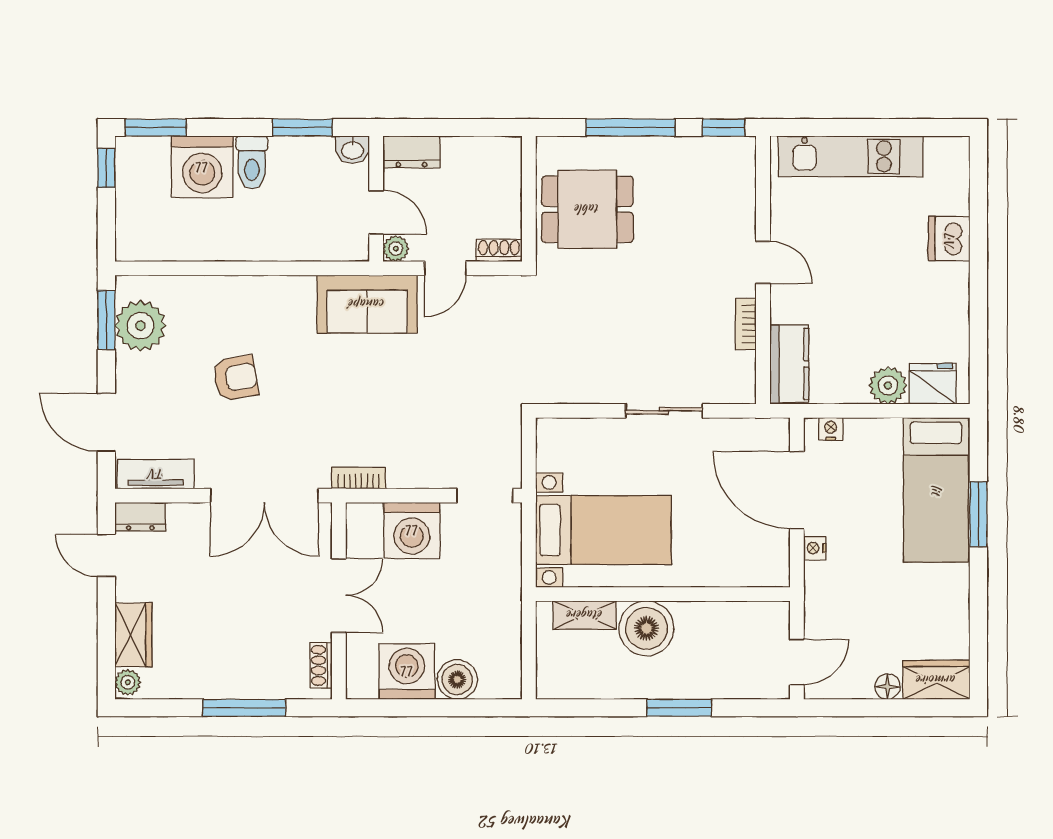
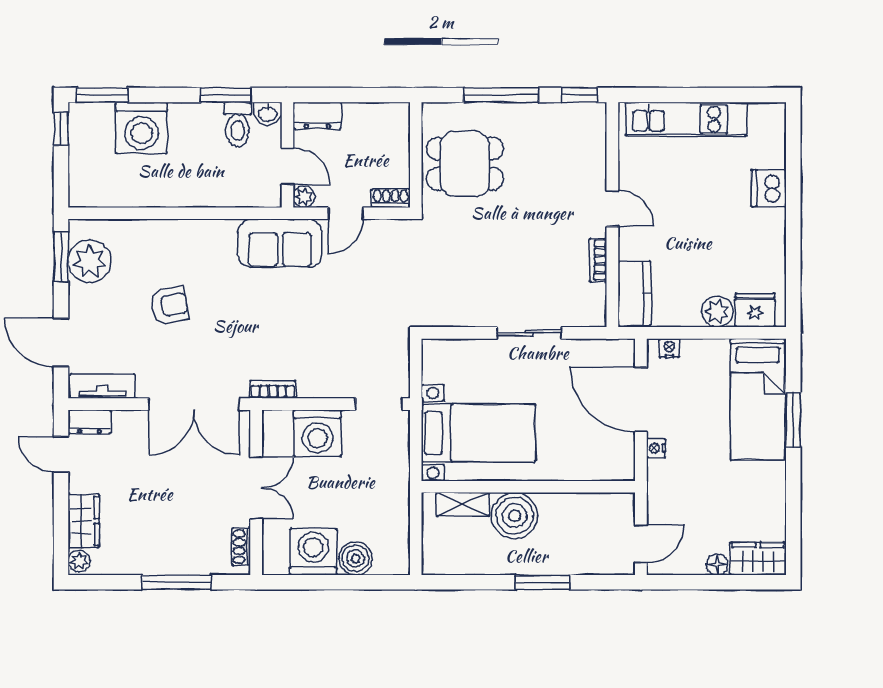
toilet: (252, 163) -> (238, 124), moved

